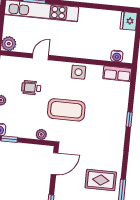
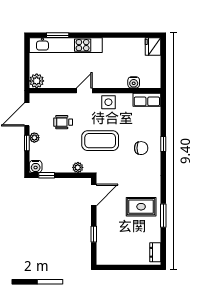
water cooler: (117, 56) -> (134, 82), moved
door: (40, 57) -> (84, 91), moved
chair: (107, 121) -> (141, 148), added

